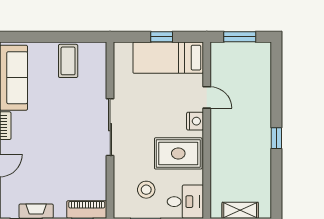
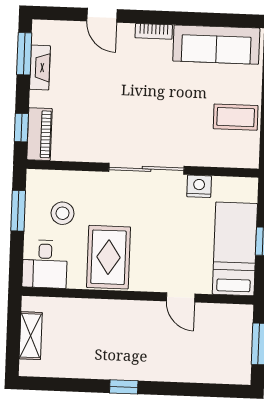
door: (207, 97) -> (181, 297), hinge flipped
nightstand: (195, 121) -> (199, 186), moved, turned 180

